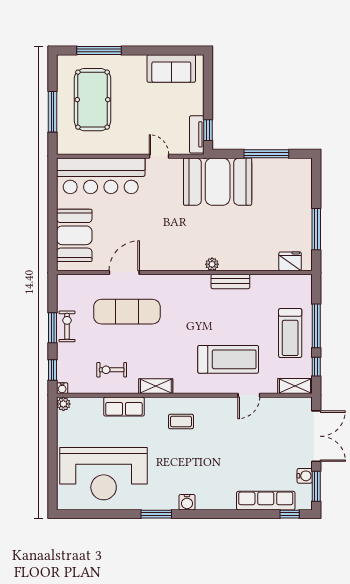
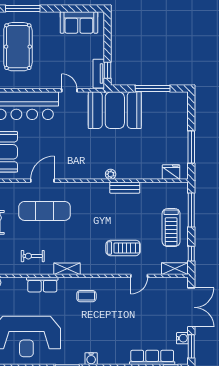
window: (316, 326) -> (191, 210), moved
treadmill: (228, 359) -> (123, 248), width x0.73, depth x0.73

